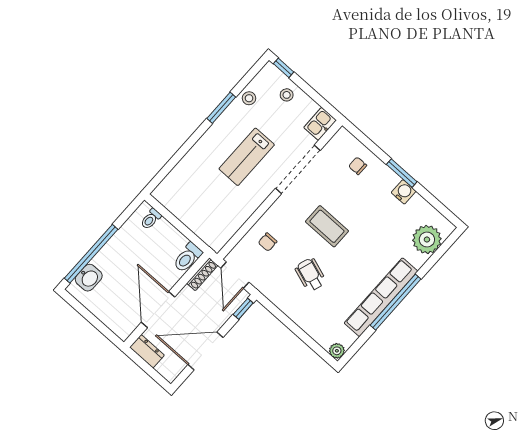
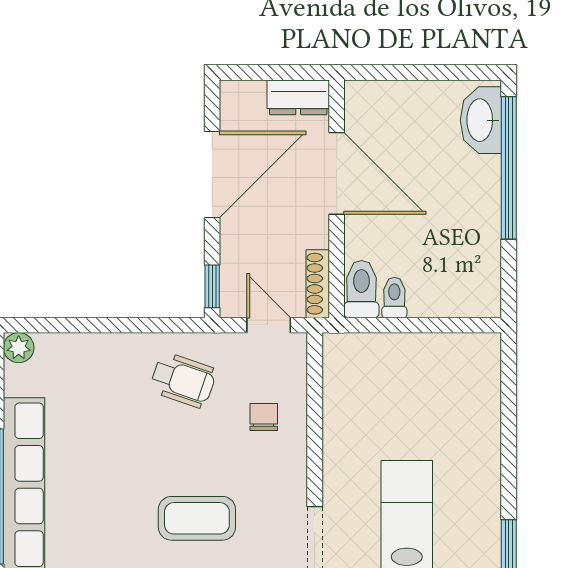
toilet: (151, 219) -> (394, 298), moved
door: (235, 275) -> (269, 325), width x0.73
wheelchair: (310, 275) -> (183, 380), moved
washbasin: (89, 278) -> (481, 120), width x1.38

